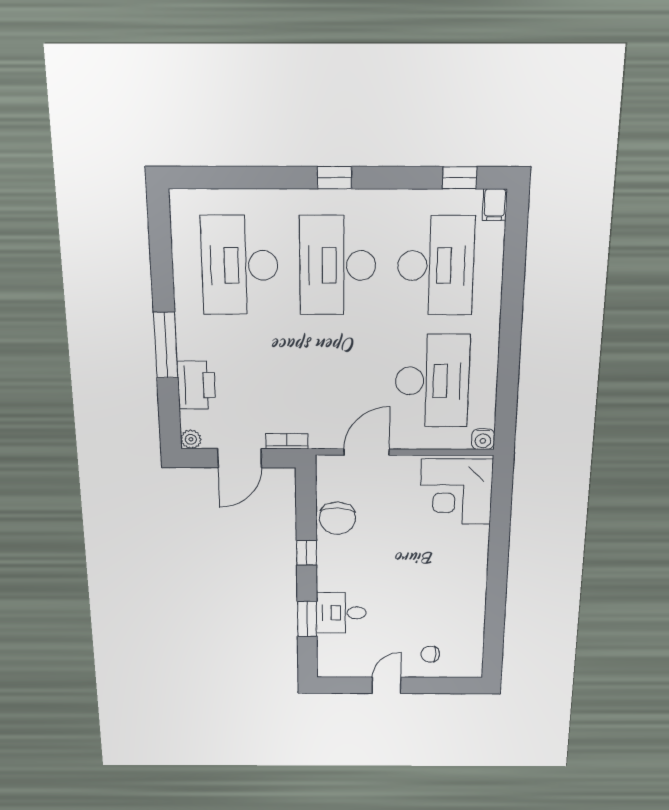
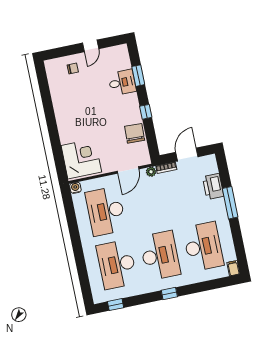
filing cabinet: (495, 205) -> (233, 268), moved
plant: (191, 439) -> (151, 172), moved

